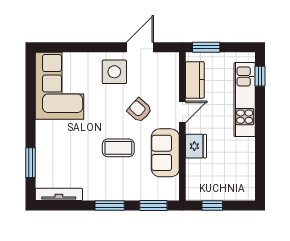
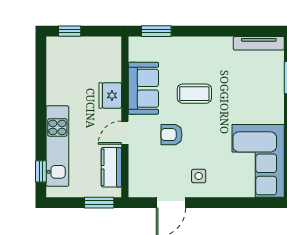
side table: (114, 72) -> (199, 176), width x0.54, depth x0.54
armchair: (139, 110) -> (172, 135), turned 138
window: (110, 206) -> (204, 31), removed
window: (212, 206) -> (70, 31), moved

